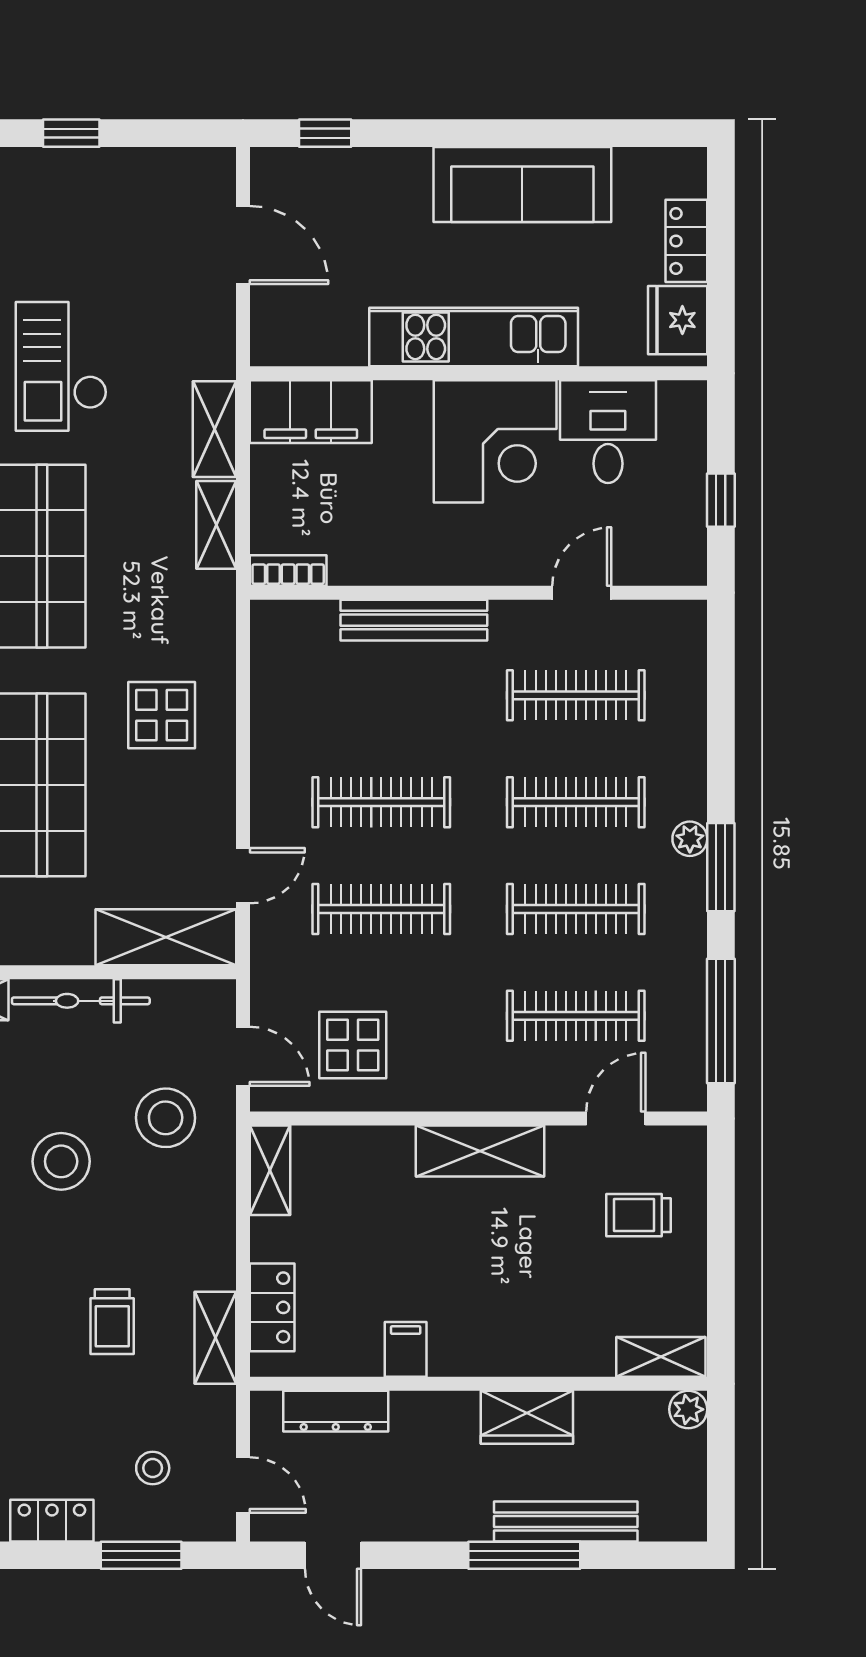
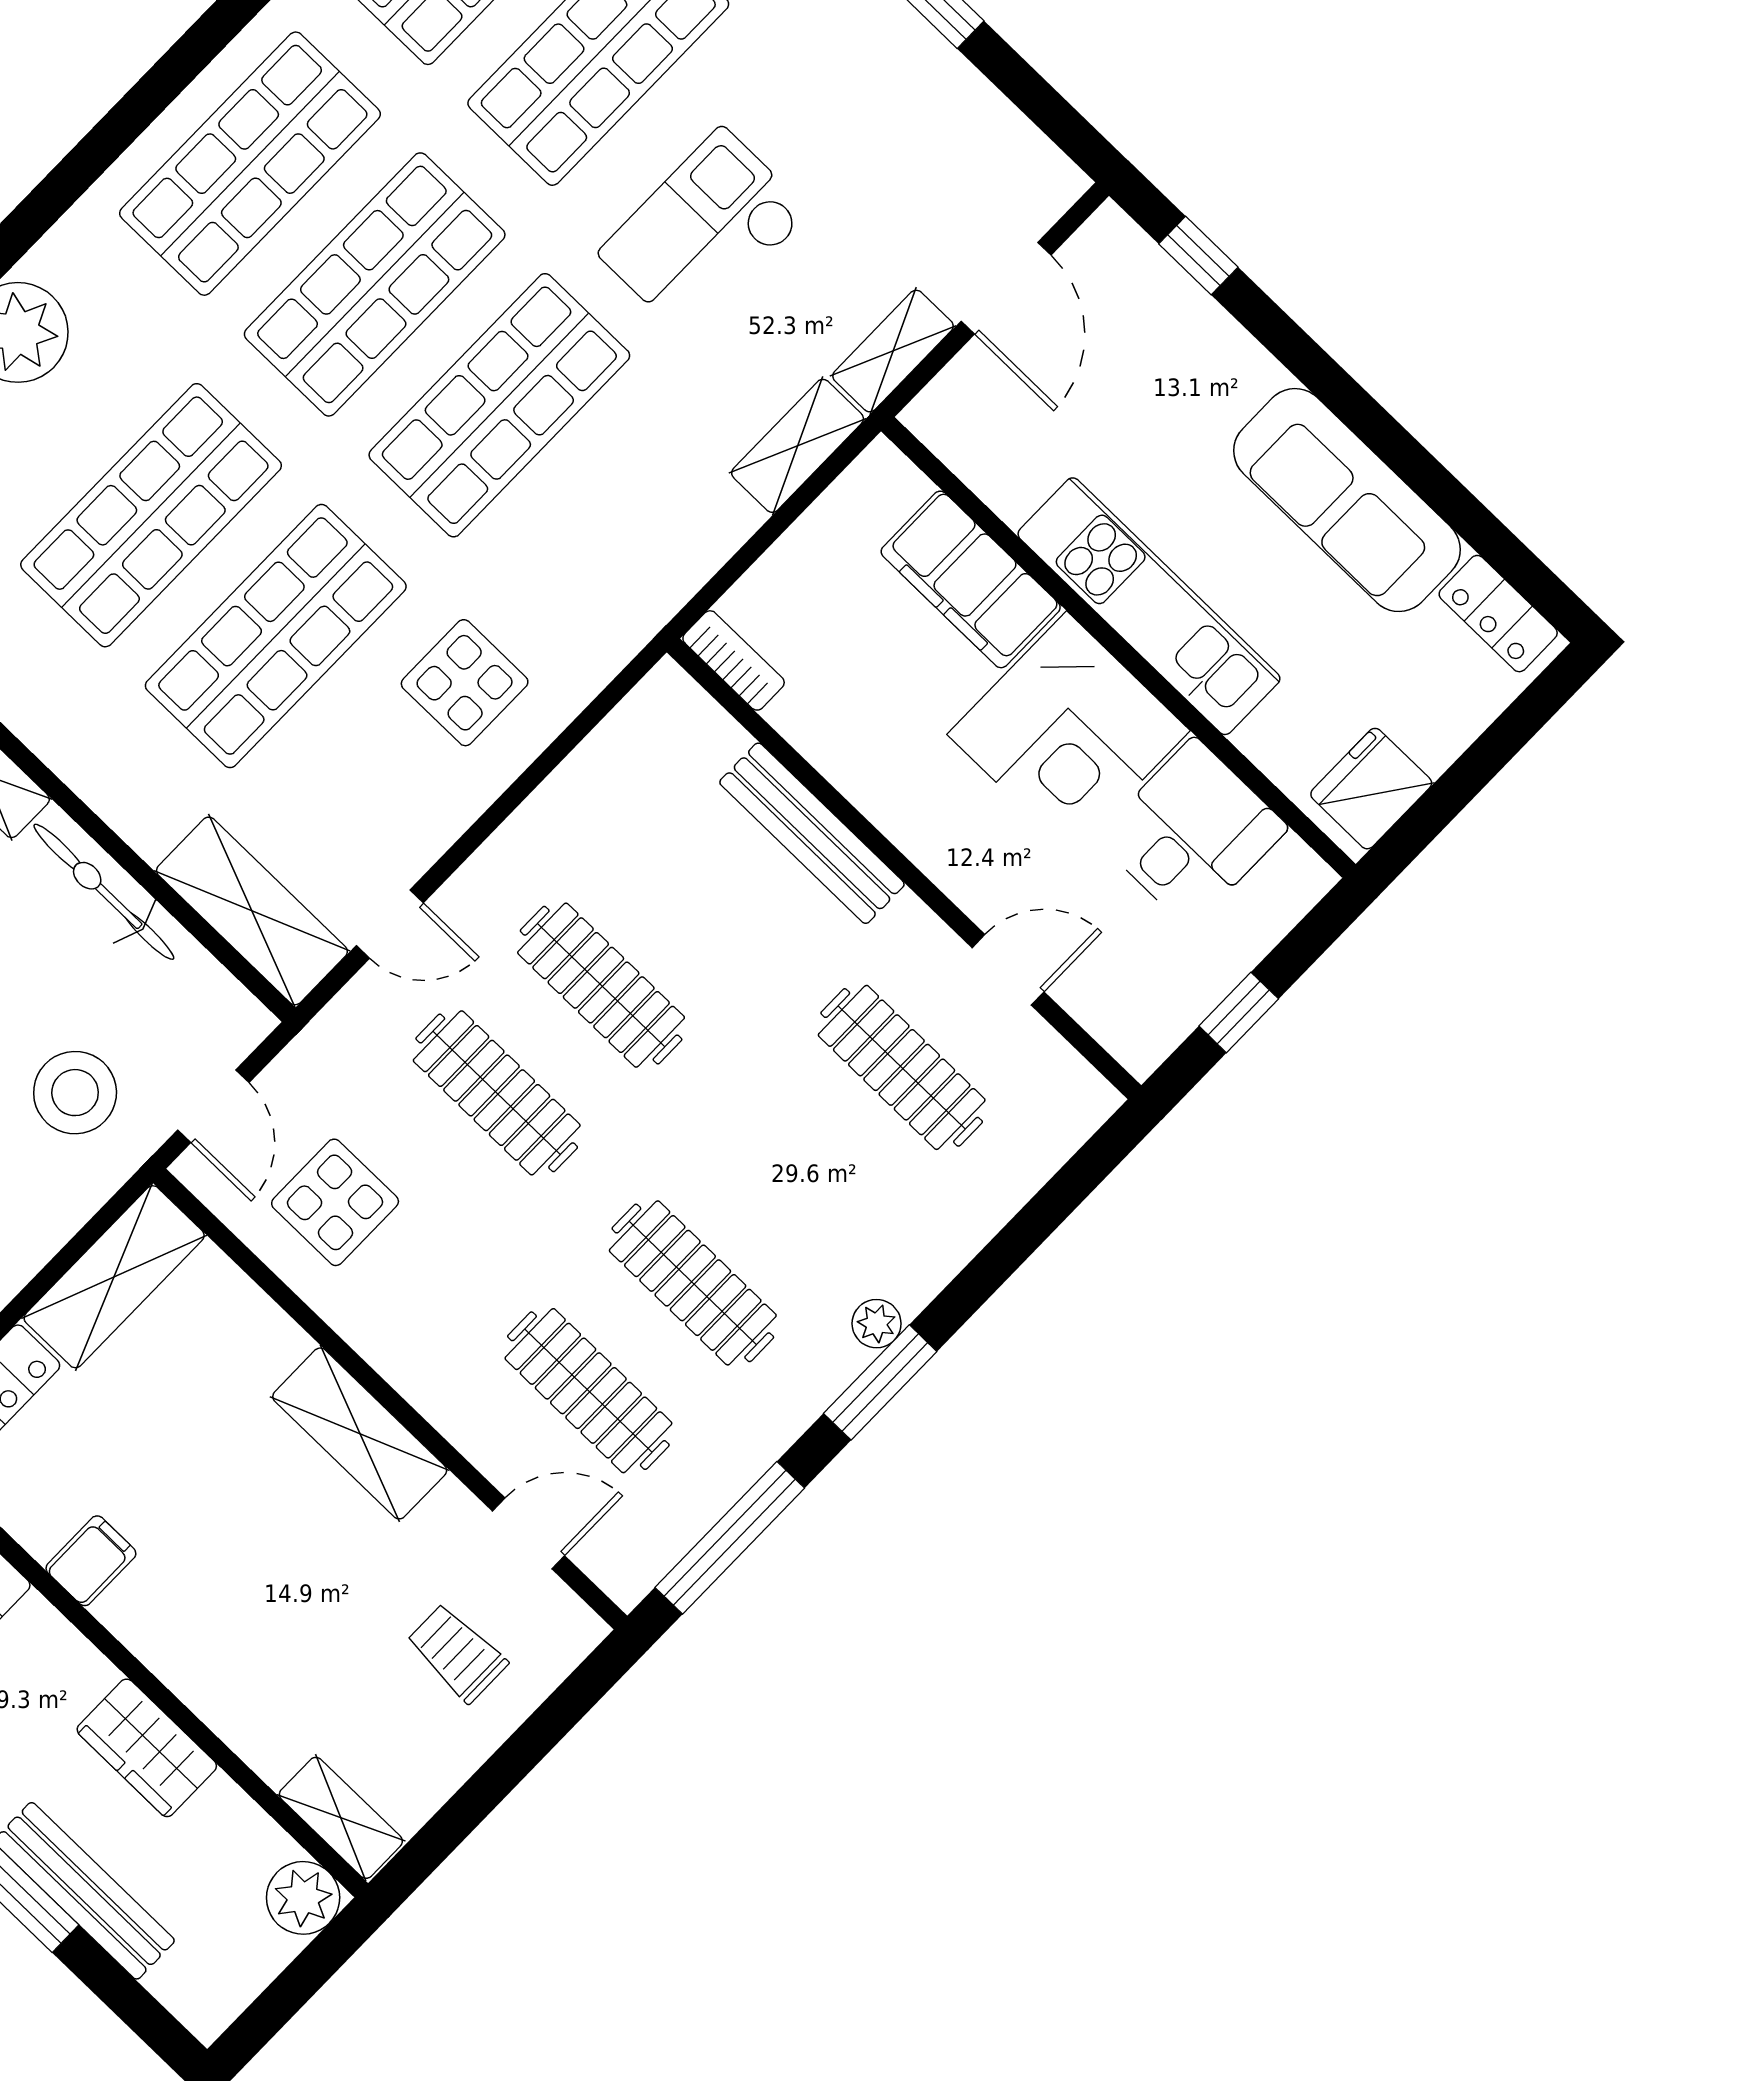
locker: (686, 241) -> (1498, 614), moved, turned -90
filing cabinet: (311, 412) -> (971, 579), moved
shelving: (216, 525) -> (893, 351), moved
clothes rail: (576, 802) -> (797, 1175), removed
shelving: (270, 1170) -> (114, 1277), width x1.50, depth x1.33
plant: (688, 1409) -> (303, 1898), width x1.38, depth x1.38

